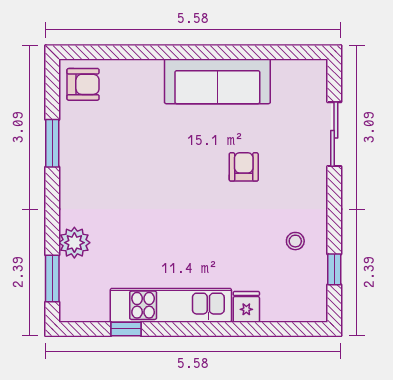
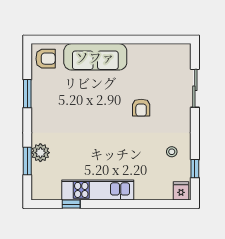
sofa: (217, 81) -> (95, 57), moved
armchair: (244, 167) -> (141, 108), turned 180
window: (52, 279) -> (27, 161), moved
fridge: (246, 307) -> (181, 191), moved

